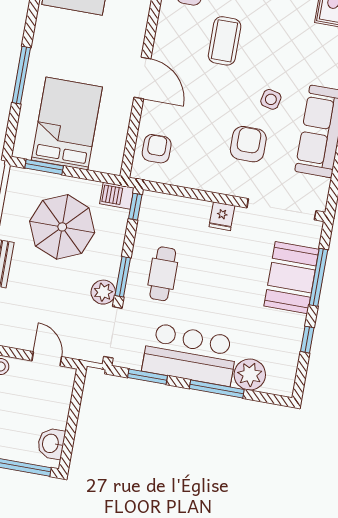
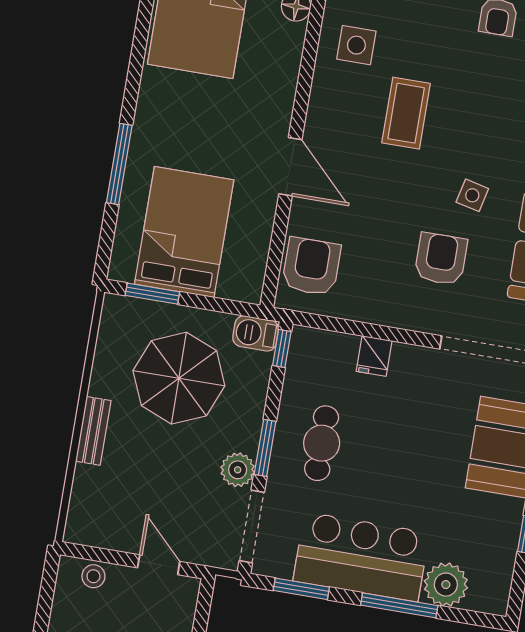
armchair: (157, 149) -> (311, 266), width x1.38, depth x1.38
fridge: (222, 216) -> (374, 356), moved

